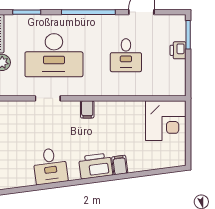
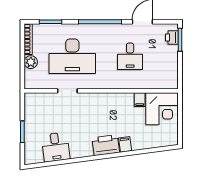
printer: (178, 50) -> (172, 38), moved
filing cabinet: (87, 109) -> (140, 100), moved
desk: (50, 166) -> (56, 147), moved

